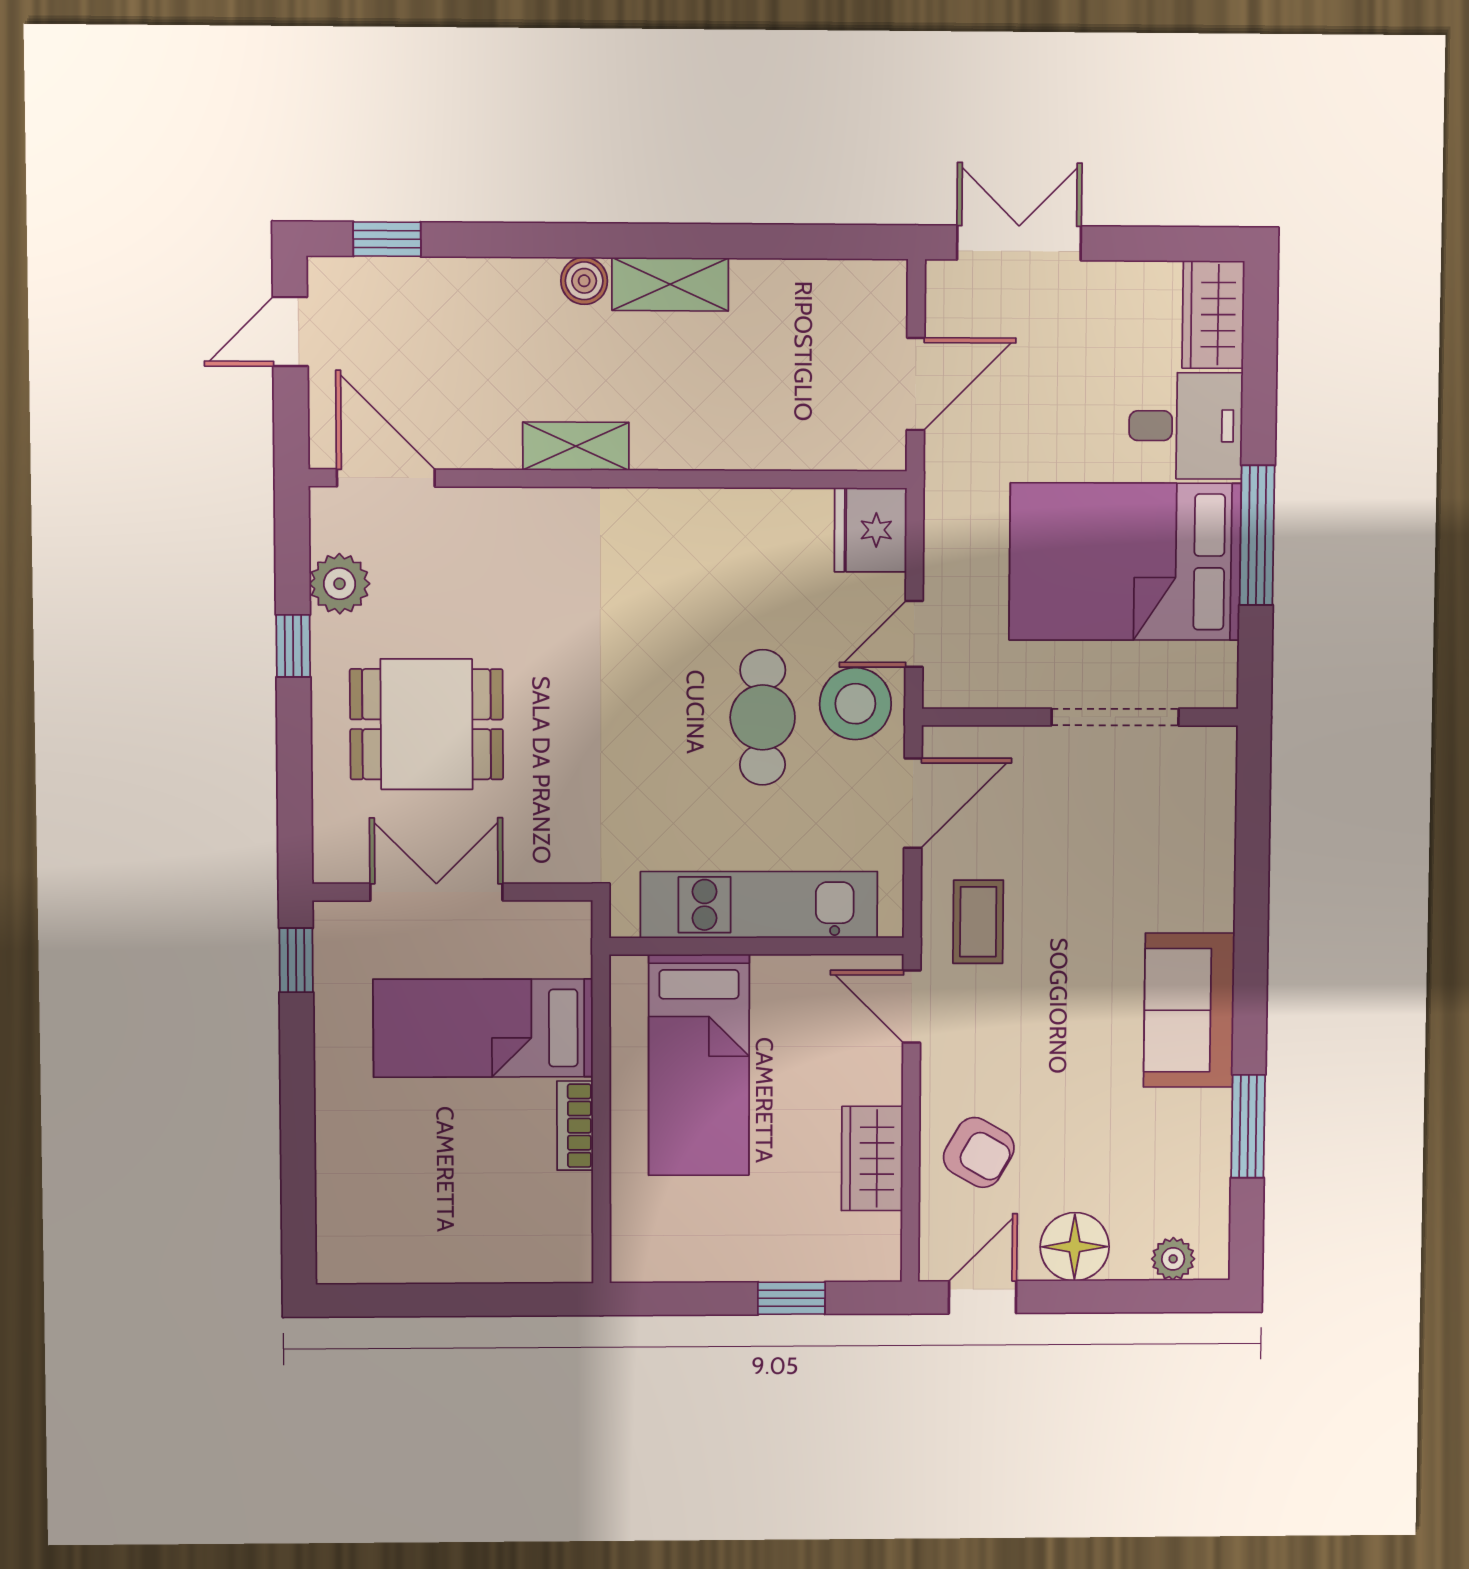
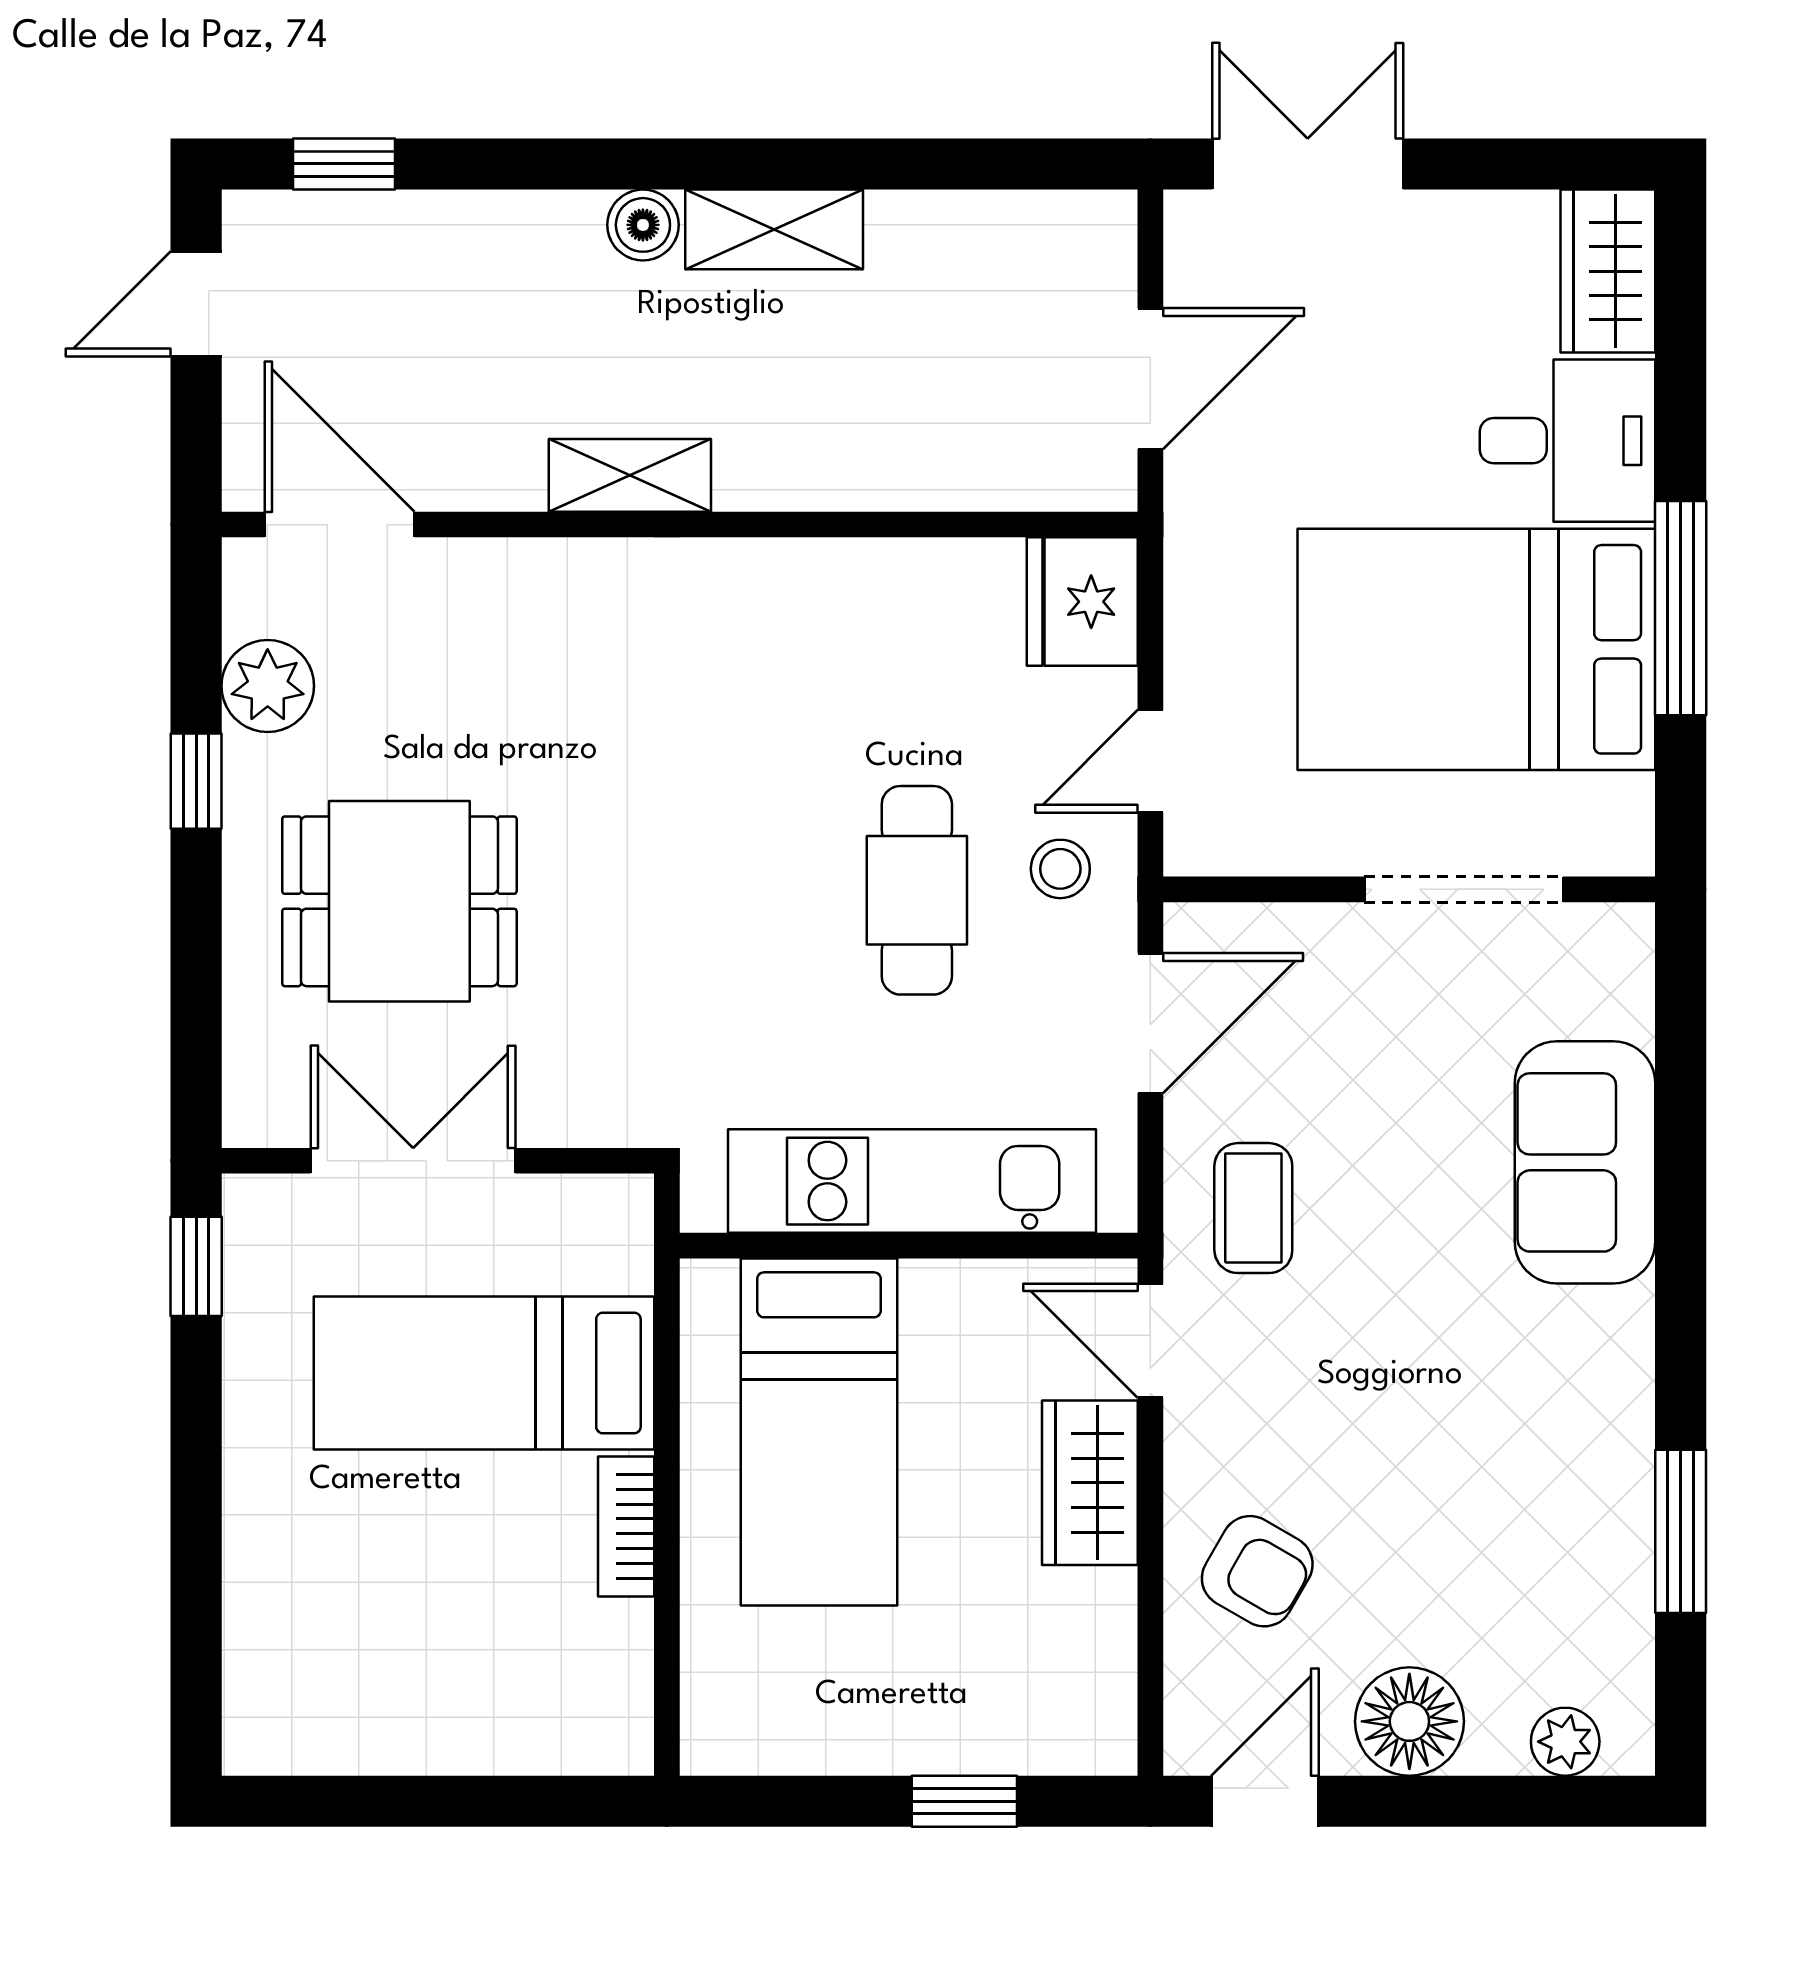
stool: (855, 704) -> (1060, 869), width x0.53, depth x0.53
sofa: (1189, 1010) -> (1585, 1162), moved
wardrobe: (872, 1158) -> (1090, 1483), moved

